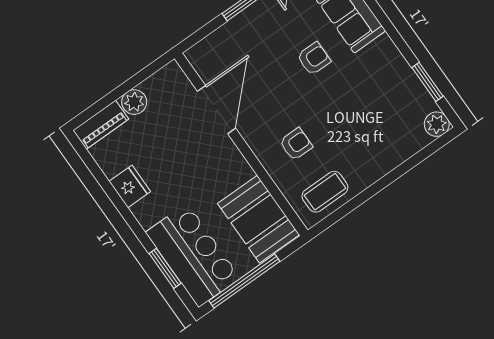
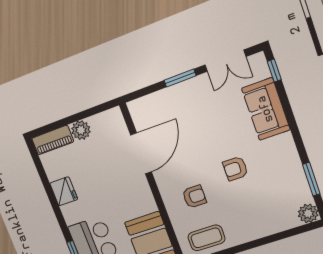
armchair: (314, 59) -> (235, 168), moved, turned 180

